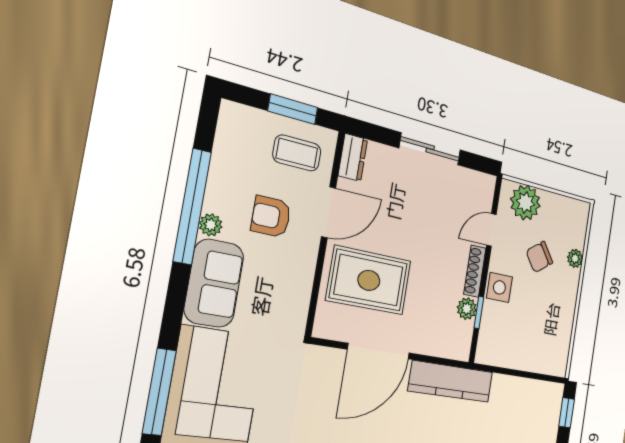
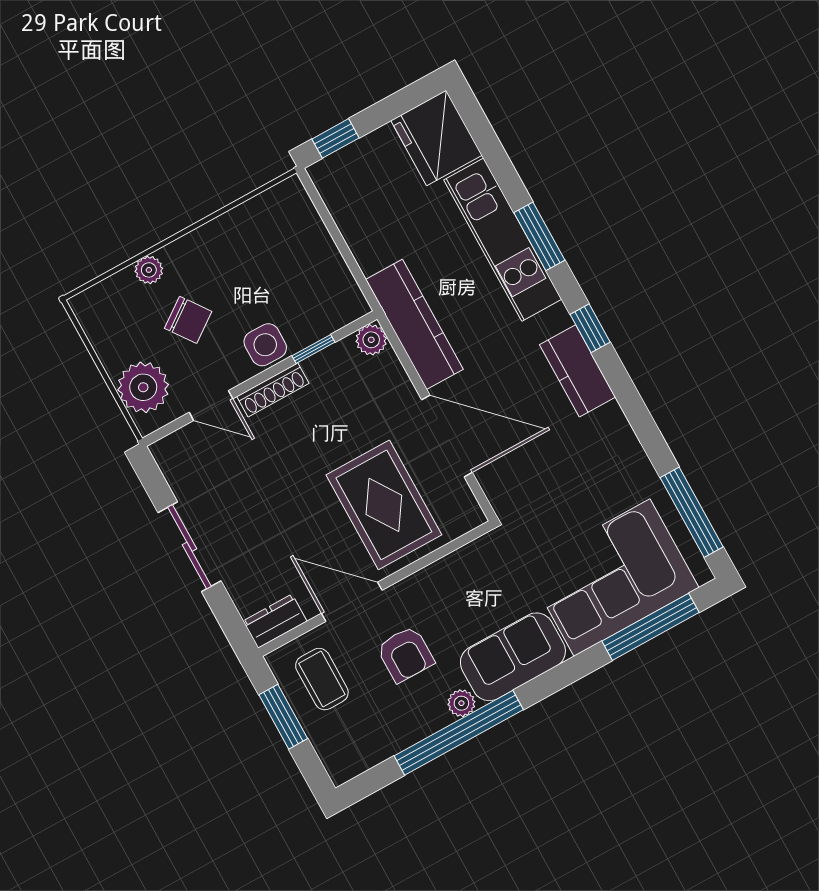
plant: (467, 309) -> (371, 340), moved

